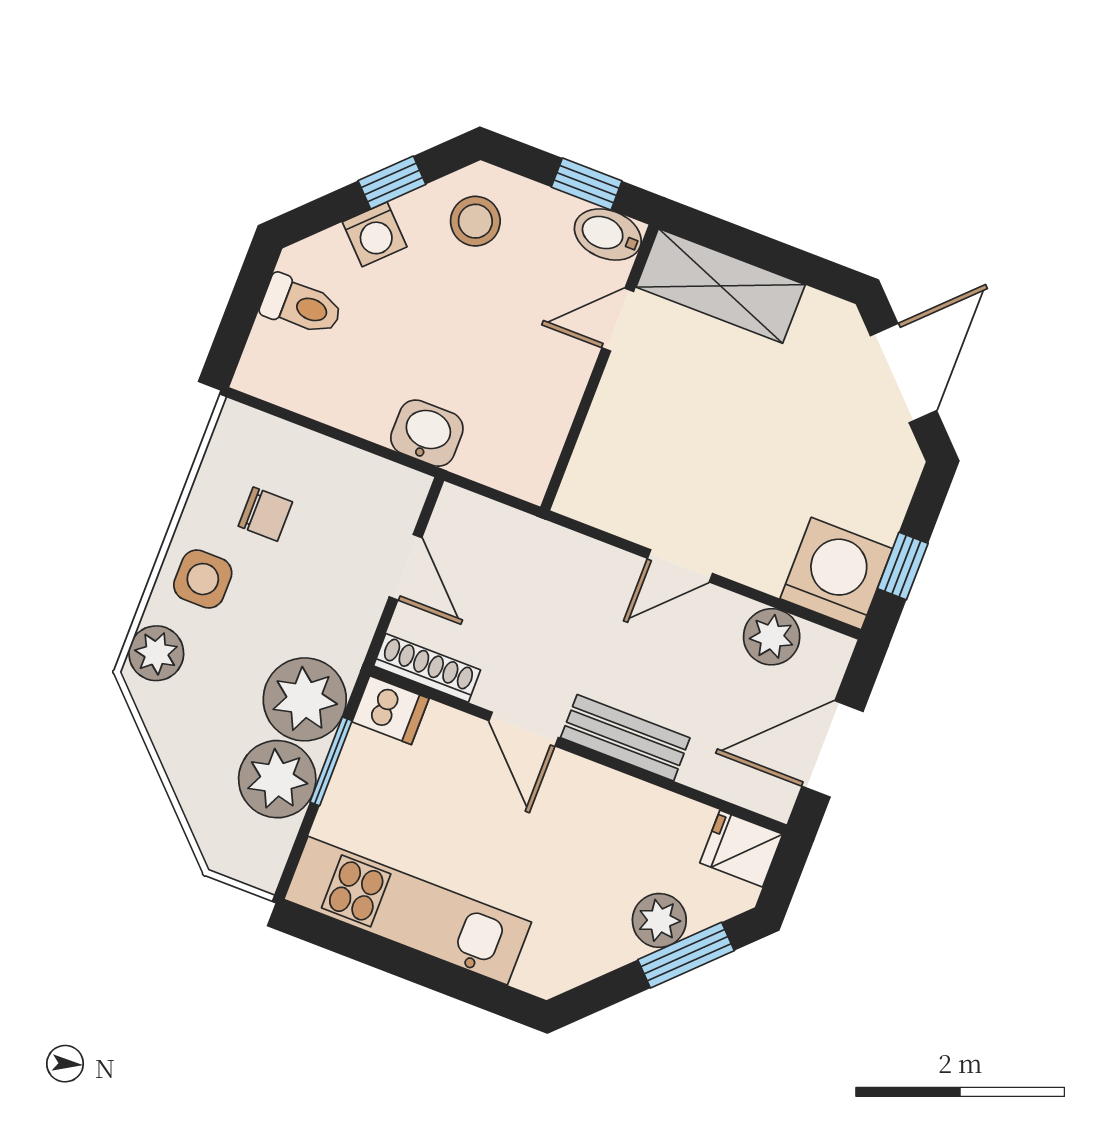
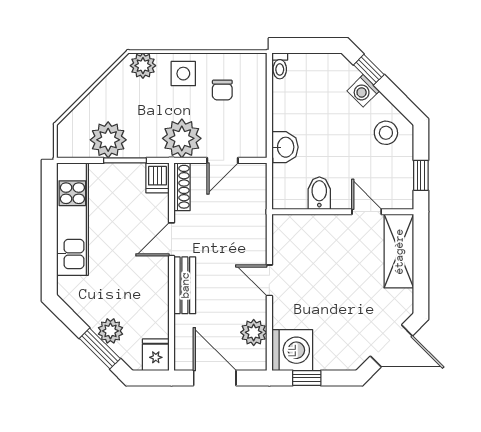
window: (392, 183) -> (369, 70), moved
bidet: (608, 235) -> (319, 193), moved
toilet: (302, 306) -> (280, 66), moved, width x0.73, depth x0.72
plant: (305, 699) -> (182, 138), moved

